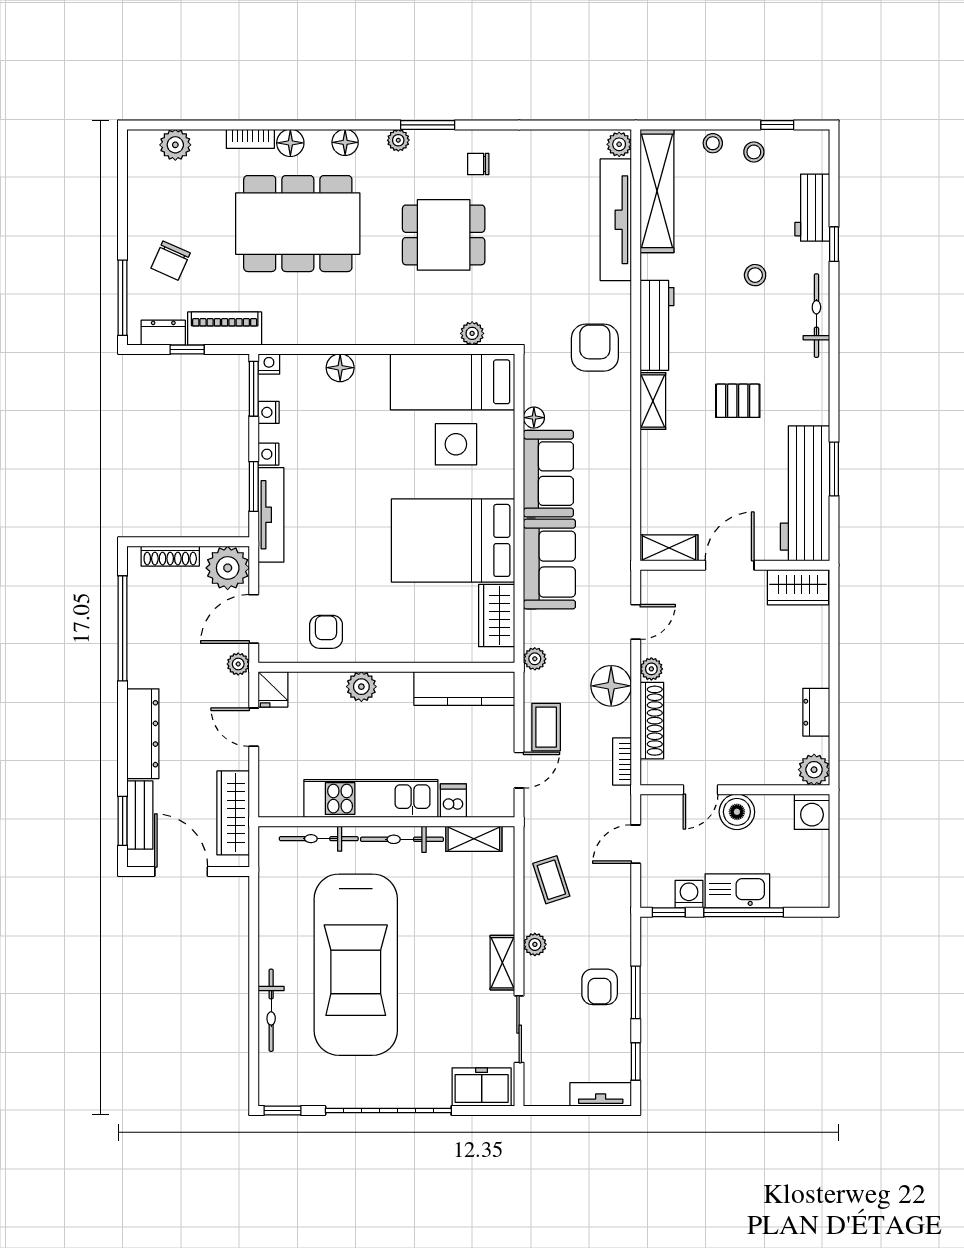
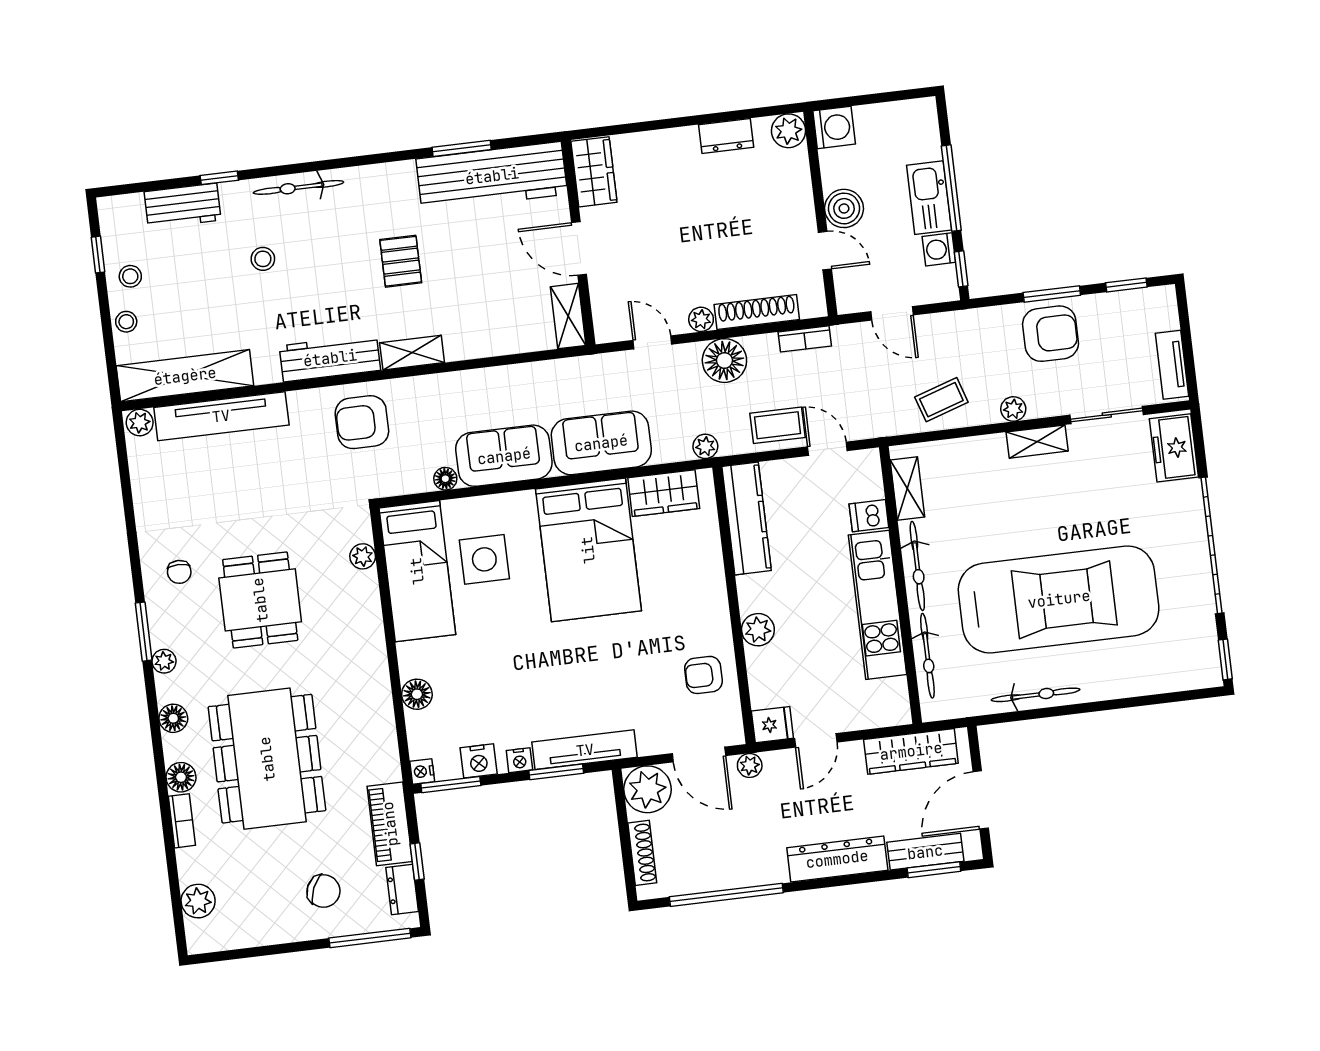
nightstand: (269, 412) -> (479, 761), width x1.39, depth x1.35
armchair: (600, 987) -> (1051, 334), width x1.38, depth x1.38
bicycle: (271, 1010) -> (1036, 695), moved
tv unit: (601, 1094) -> (1172, 365), moved

